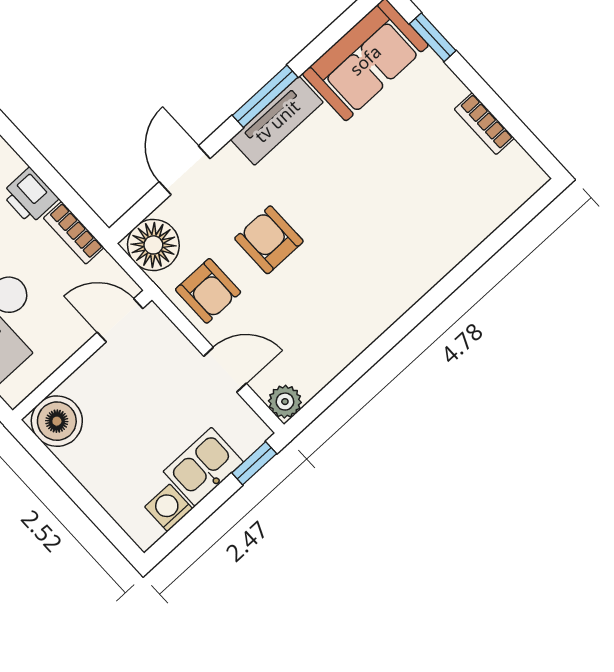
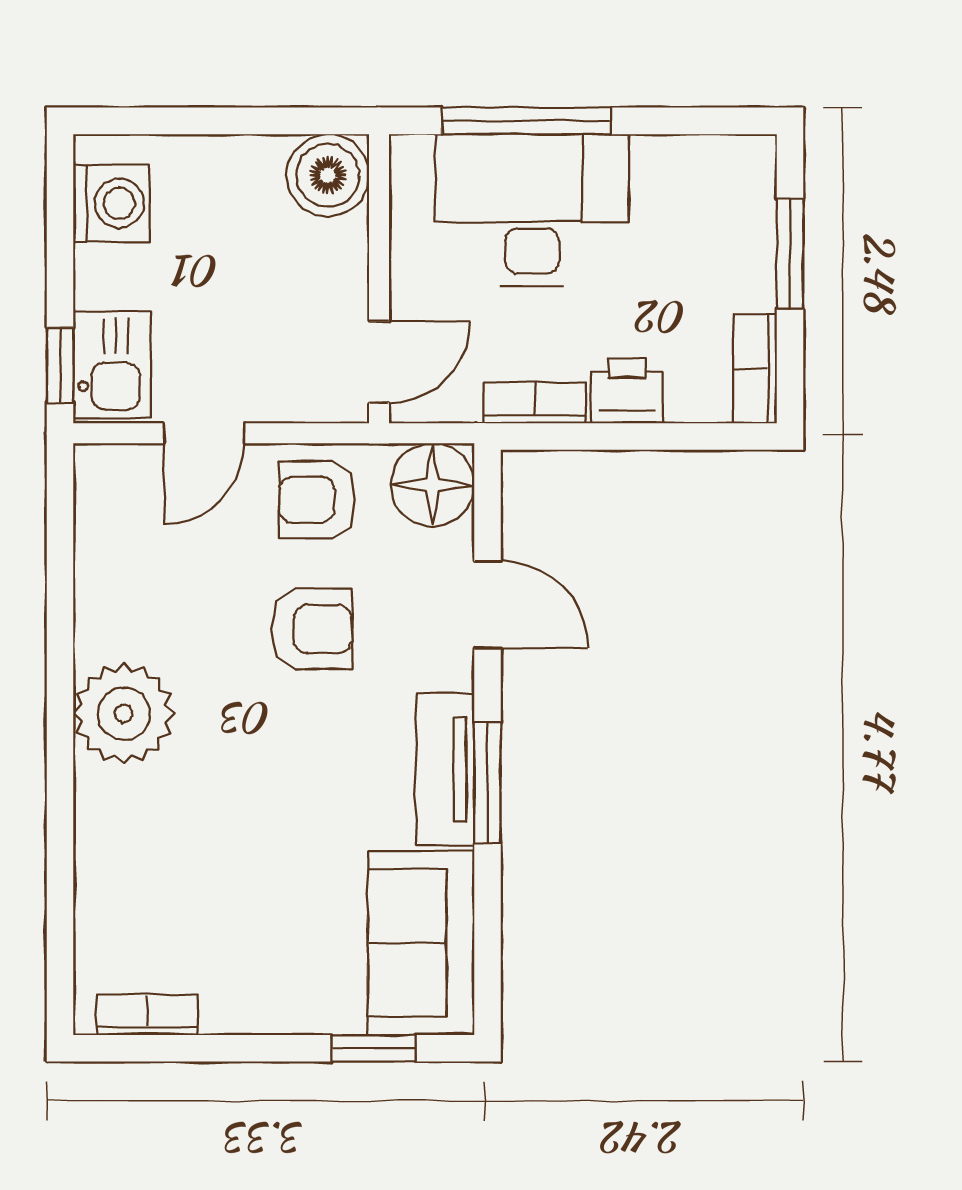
bookcase: (484, 124) -> (147, 1015), moved
plant: (285, 402) -> (124, 714), moved, width x1.88, depth x1.88
kitchen sink: (203, 467) -> (112, 365), moved
washing machine: (169, 508) -> (112, 203), width x1.38, depth x1.38

